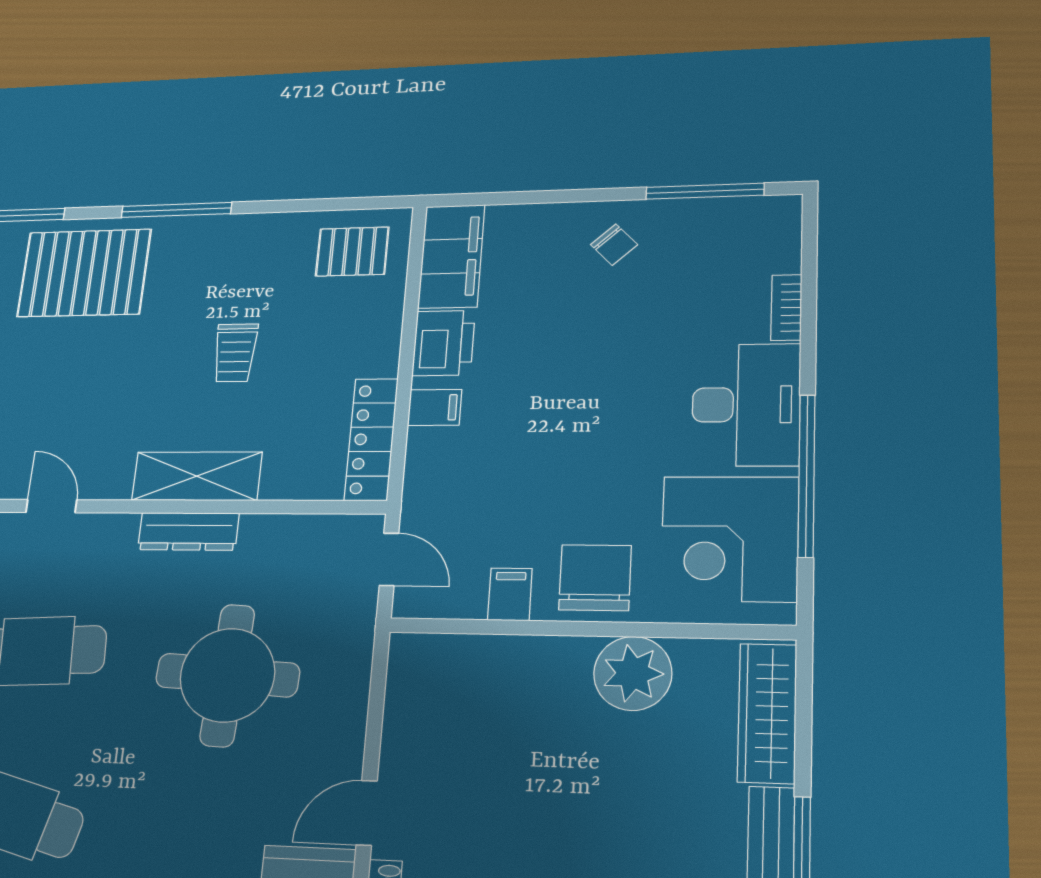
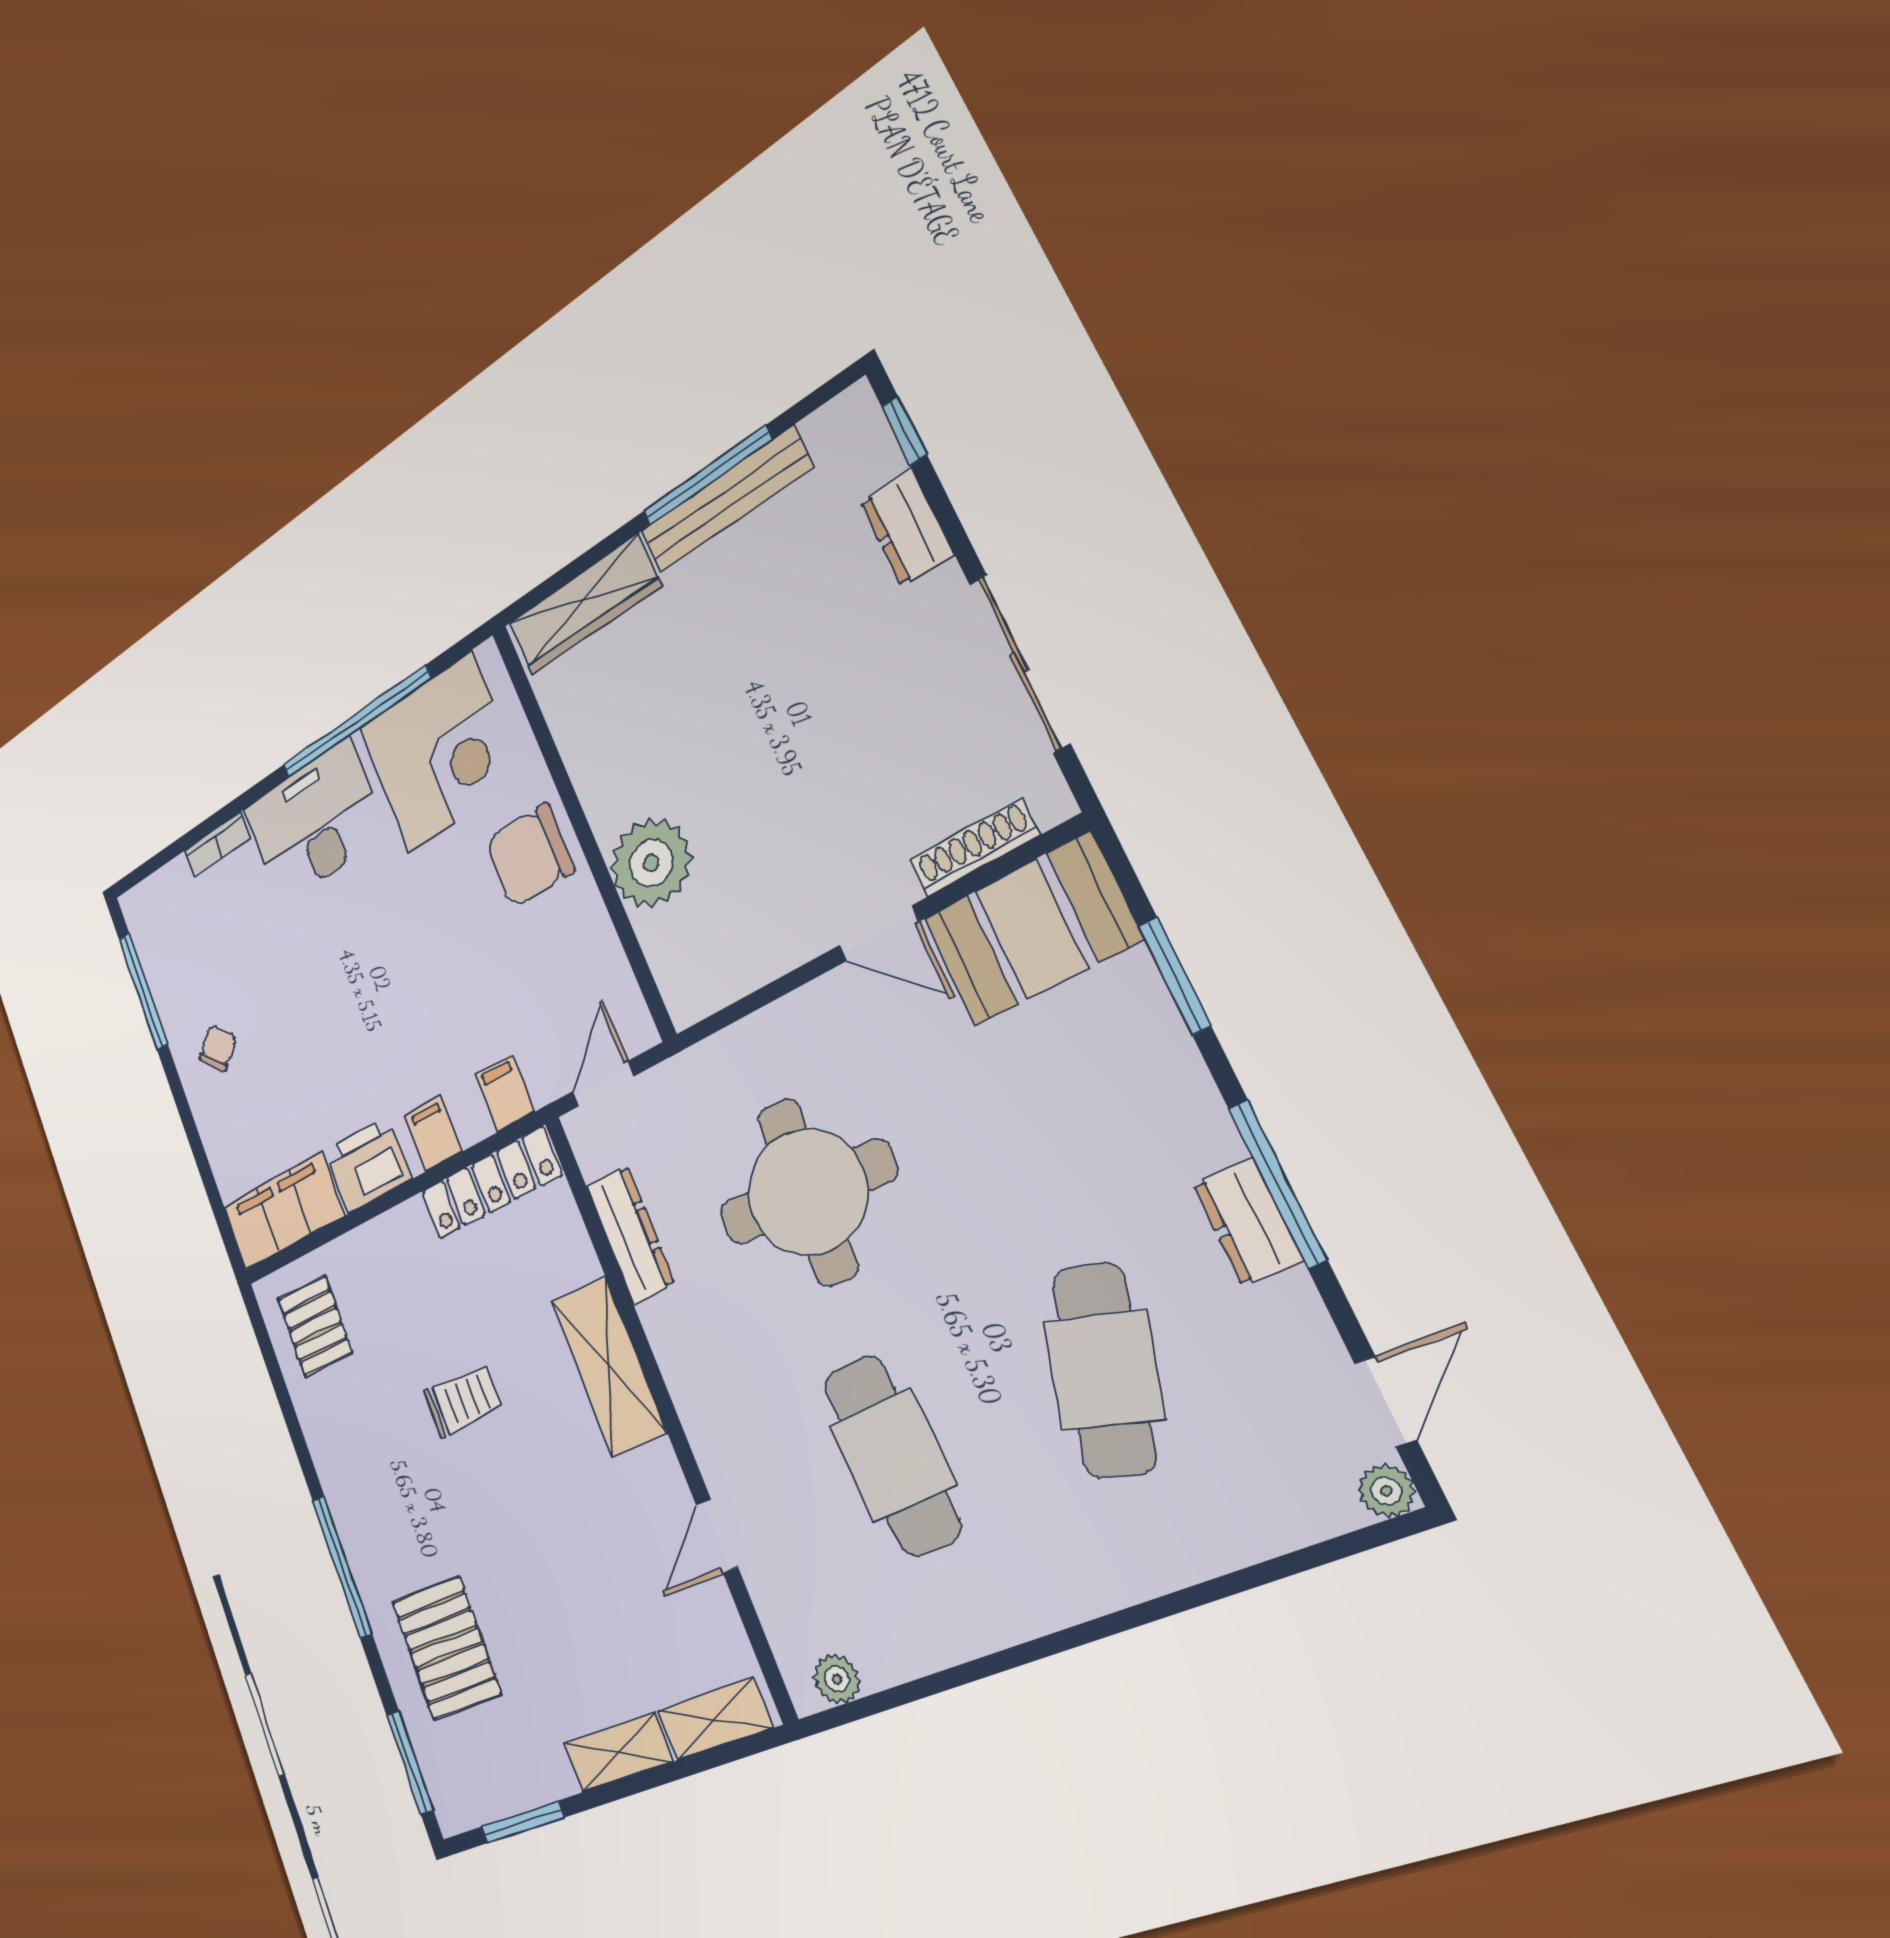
pallet: (84, 273) -> (446, 1648), width x0.73, depth x0.71
dresser: (188, 531) -> (630, 1235), moved
filing cabinet: (510, 594) -> (505, 1093), moved, turned 90
plant: (633, 673) -> (651, 863), moved

